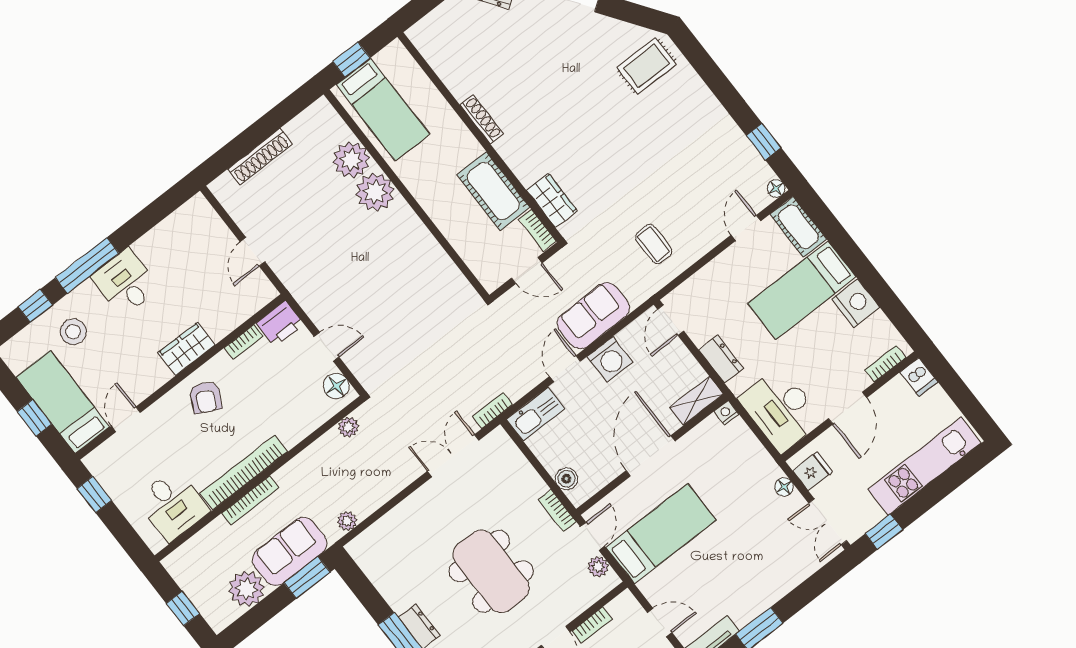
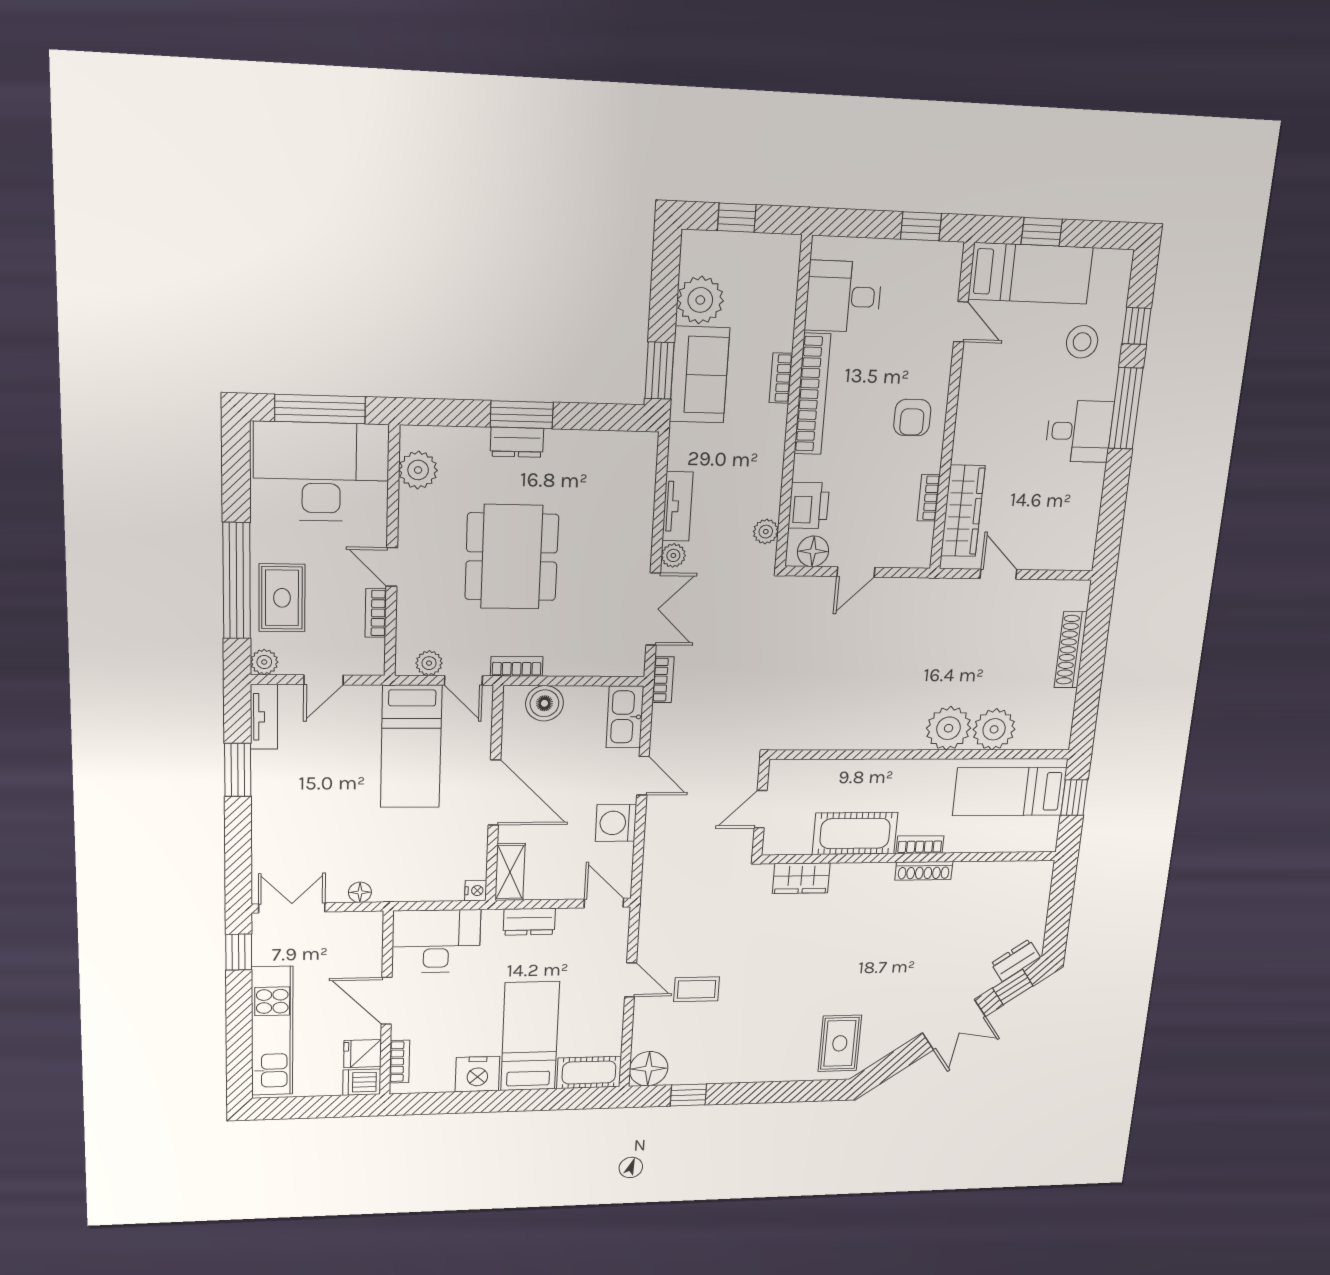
floor lamp: (776, 188) -> (649, 1069), width x1.89, depth x1.89
door: (746, 228) -> (631, 980), moved
bookcase: (537, 230) -> (920, 845), moved
coffee table: (654, 244) -> (697, 989), moved
sofa: (593, 316) -> (668, 838), removed
printer: (280, 324) -> (809, 506), moved, turned 180
wardrobe: (187, 349) -> (963, 511), moved, width x1.50
armchair: (206, 397) -> (912, 418), turned -116
fridge: (812, 471) -> (362, 1054), moved, turned 90
boiler: (566, 479) -> (544, 703), width x1.36, depth x1.36
tv unit: (378, 496) -> (677, 506), added
bookcase: (250, 500) -> (781, 378), width x0.64
plant: (347, 521) -> (673, 555), moved
dining table: (491, 571) -> (512, 557), turned 90

